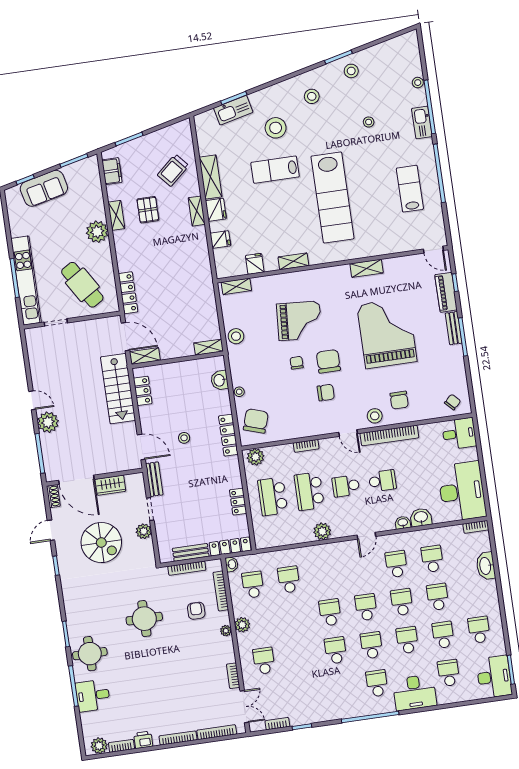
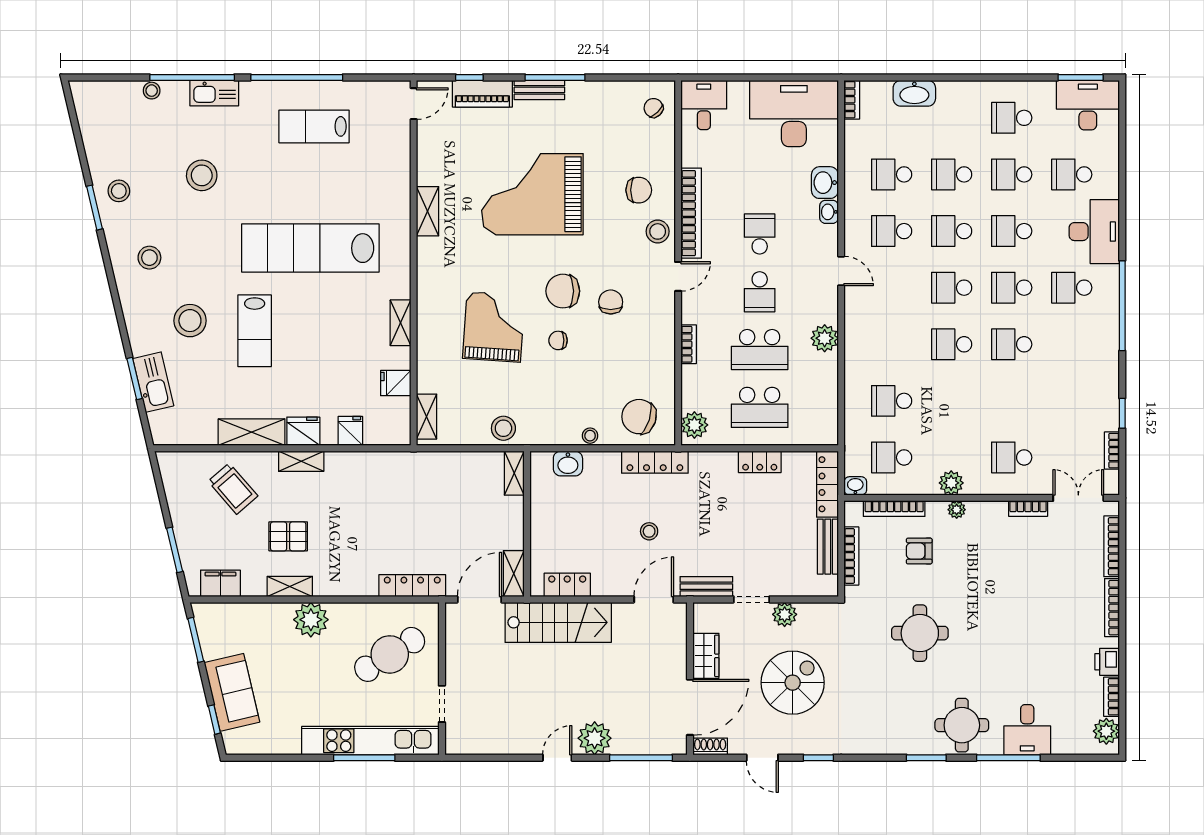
stool: (369, 122) -> (202, 175), width x1.89, depth x1.89
lab bench: (333, 197) -> (310, 248), turned 180

